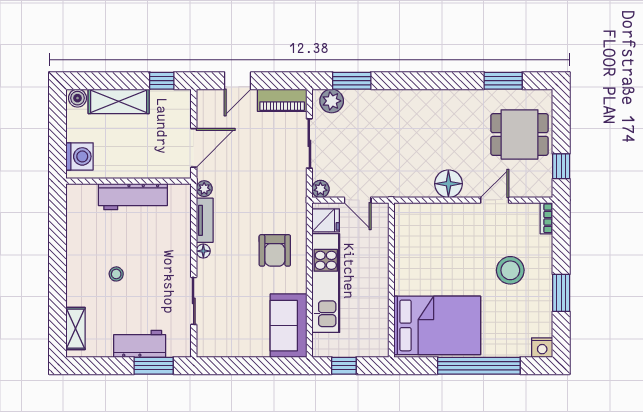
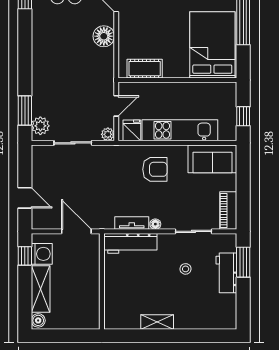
piano: (282, 100) -> (228, 210), moved, turned 180
washing machine: (80, 156) -> (42, 254), moved, turned 90
plant: (204, 189) -> (108, 223), removed
workbench: (133, 197) -> (130, 243), moved, turned 90
cot: (406, 237) -> (145, 69), added
stool: (116, 274) -> (186, 269), moved
shelving: (75, 329) -> (157, 322), moved

